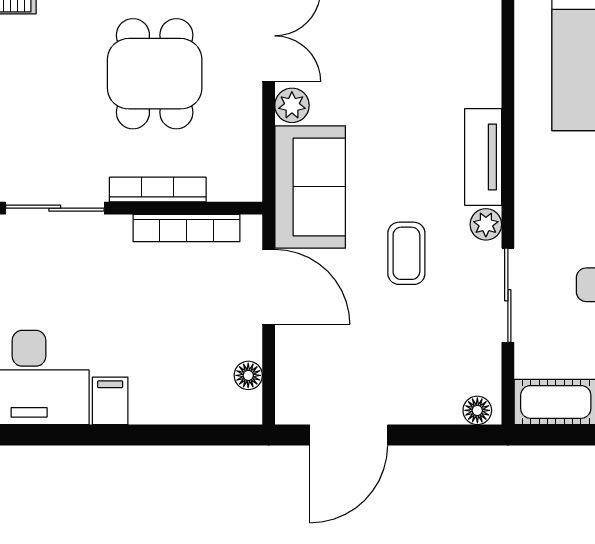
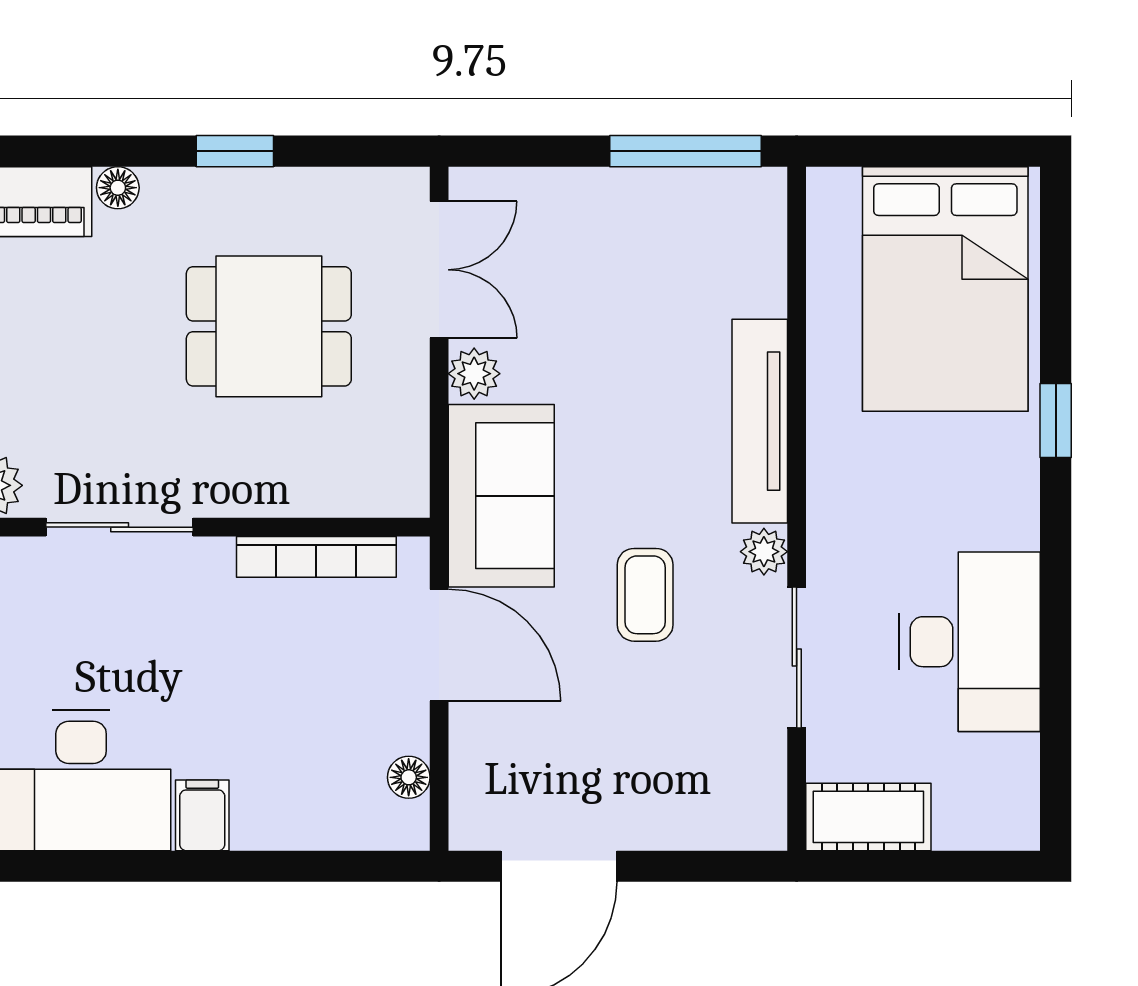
dining table: (155, 74) -> (269, 326), turned 90
tv unit: (483, 157) -> (760, 421), width x1.41
bookcase: (158, 190) -> (273, 499), removed
floor lamp: (477, 410) -> (751, 830), removed

